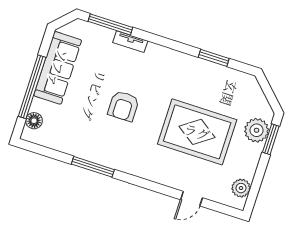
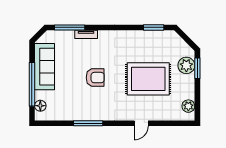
window: (214, 58) -> (154, 27), moved
armchair: (123, 106) -> (95, 78), turned -90
door: (192, 199) -> (141, 123), moved

